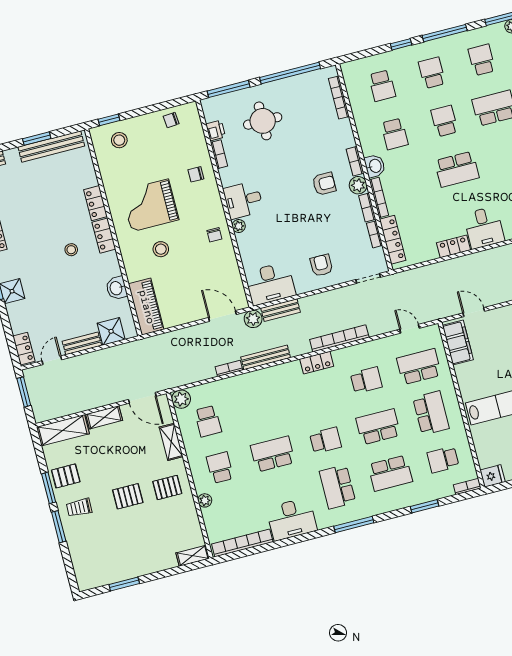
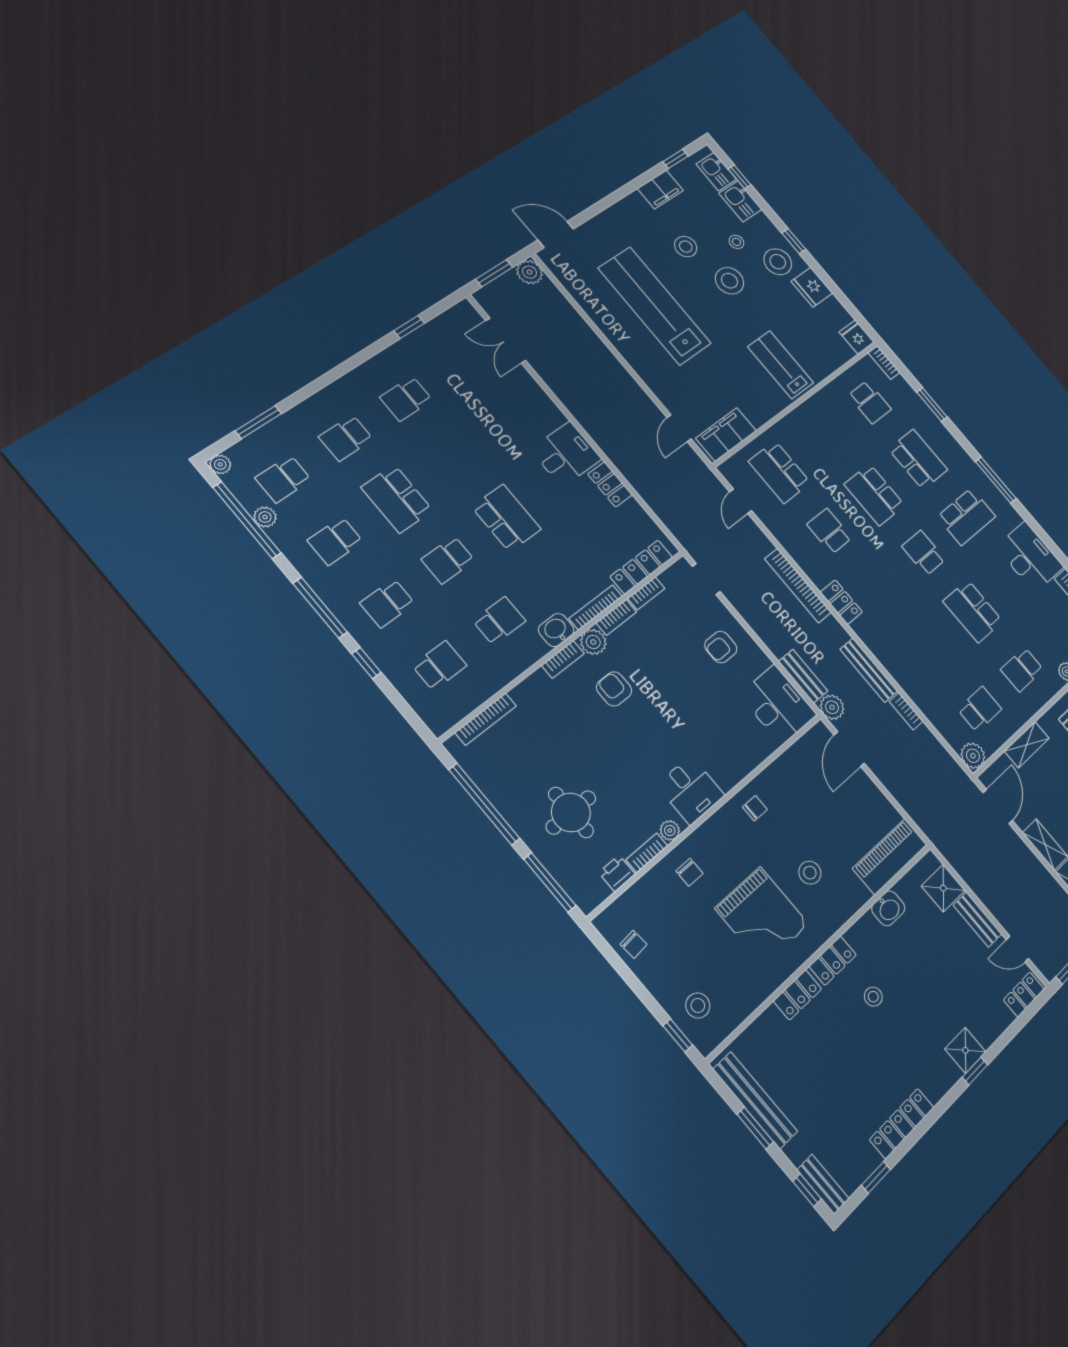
plant: (239, 226) -> (670, 830), moved
school desk: (431, 413) -> (825, 437), removed

